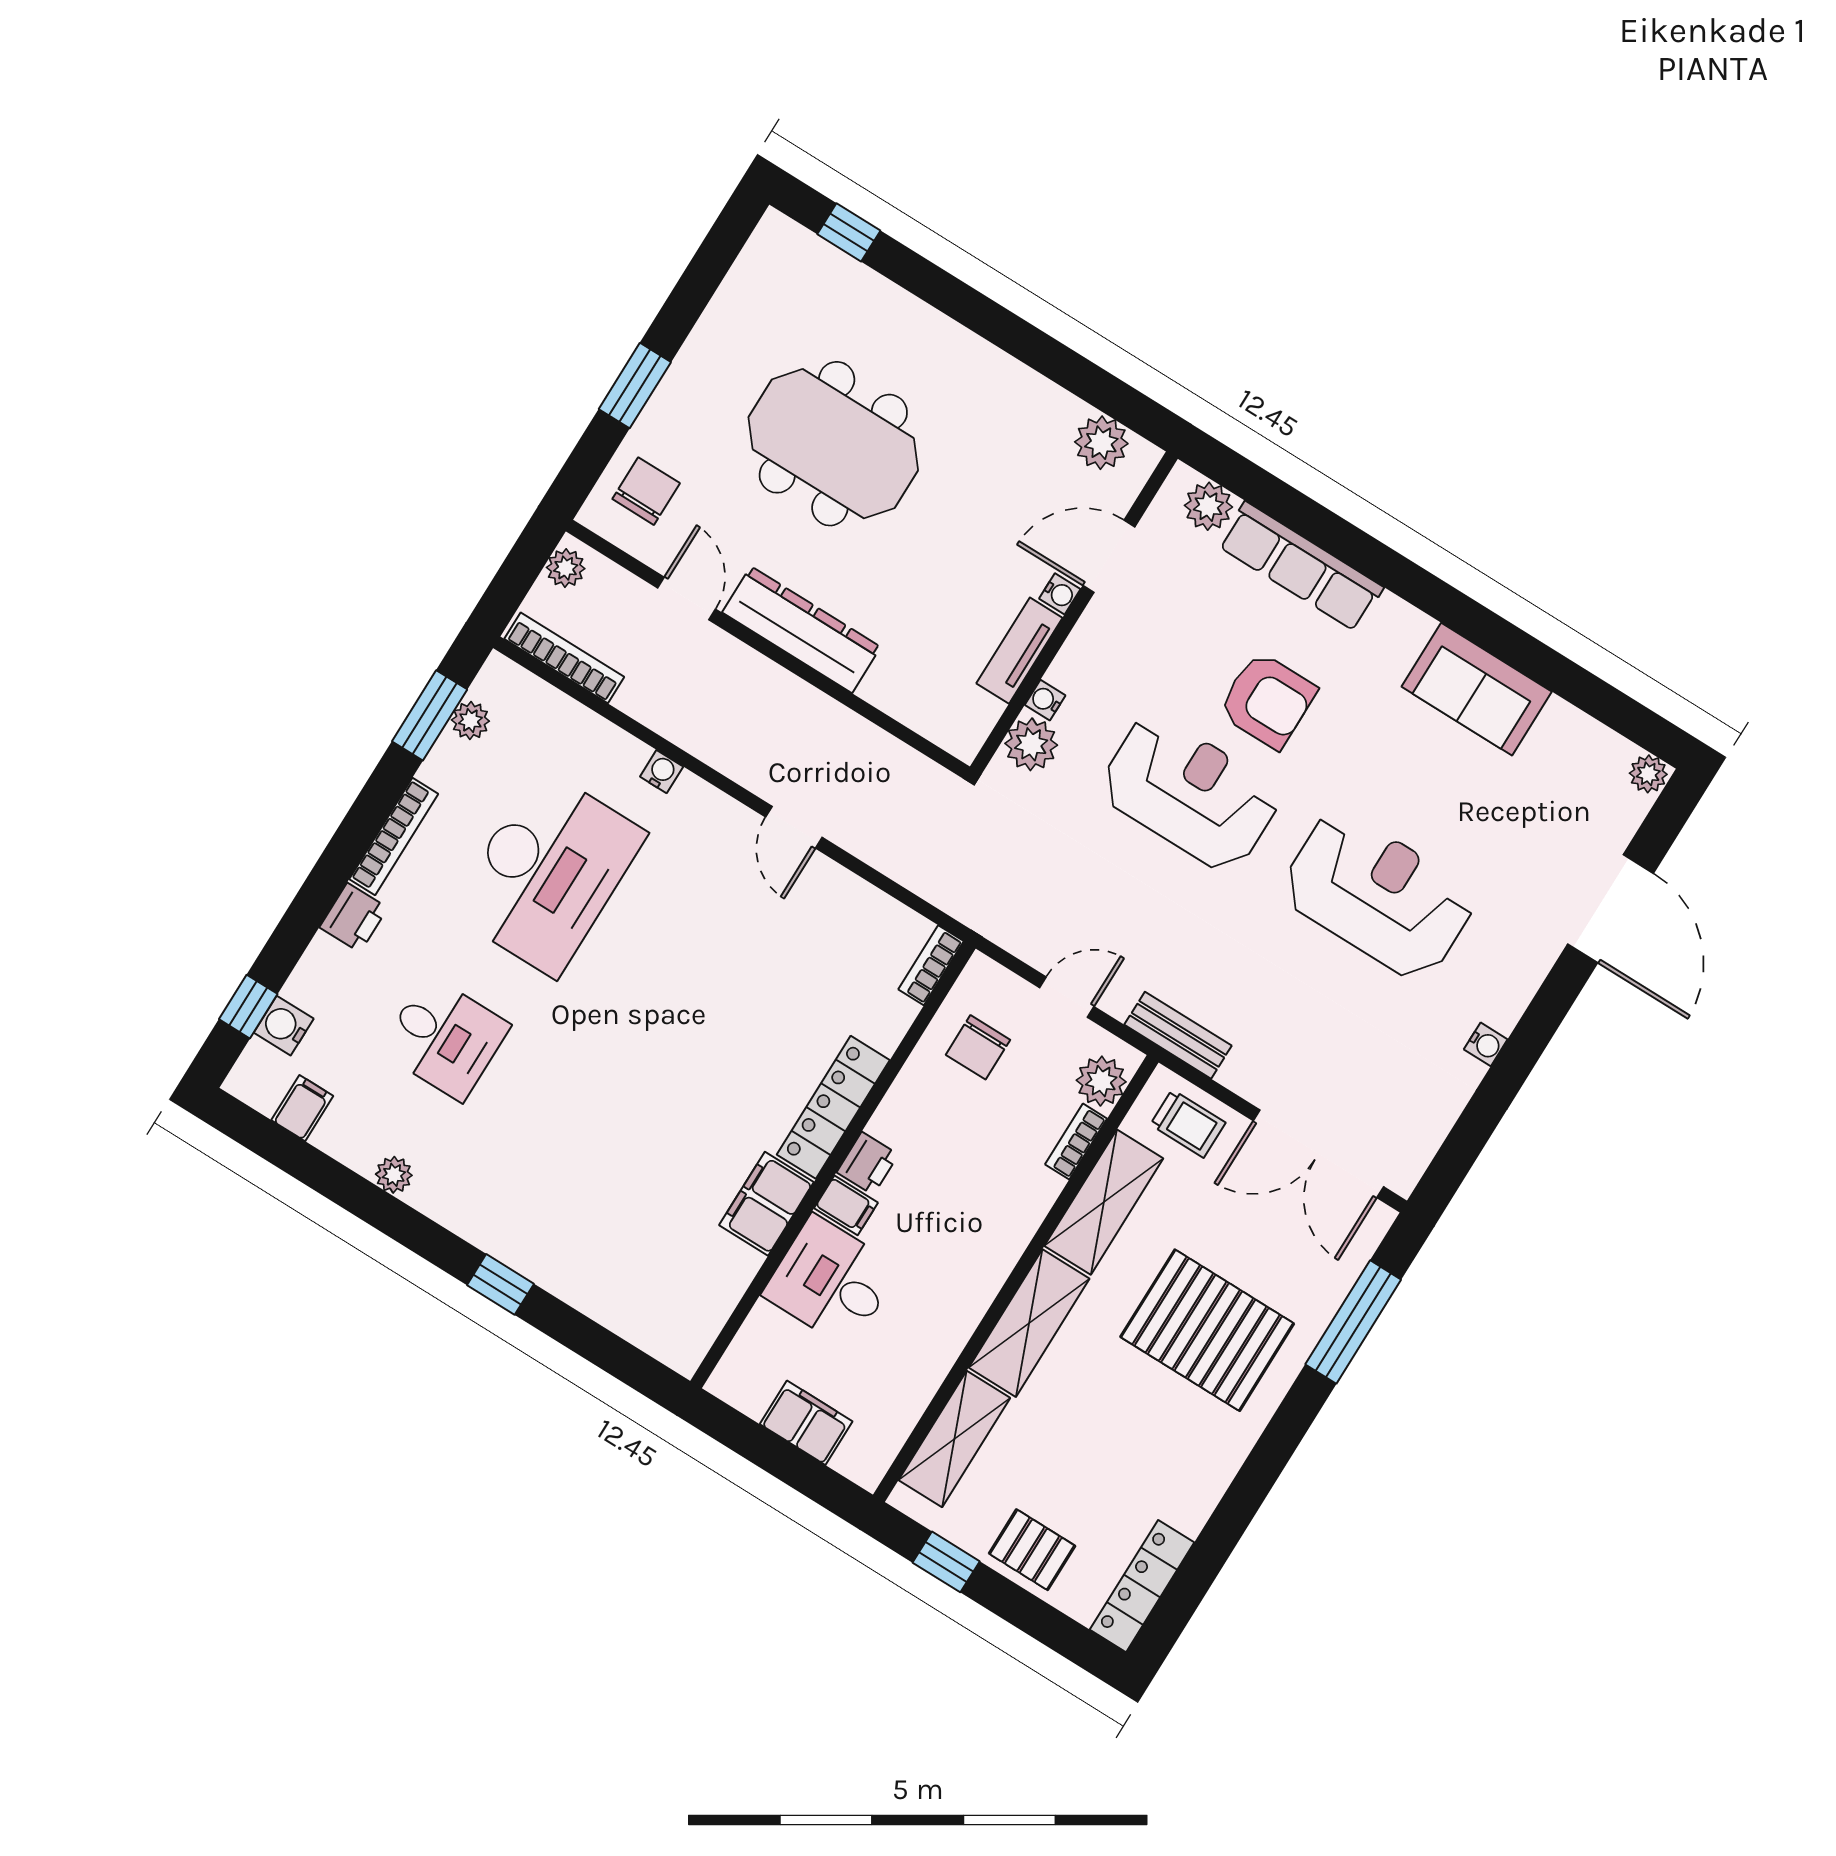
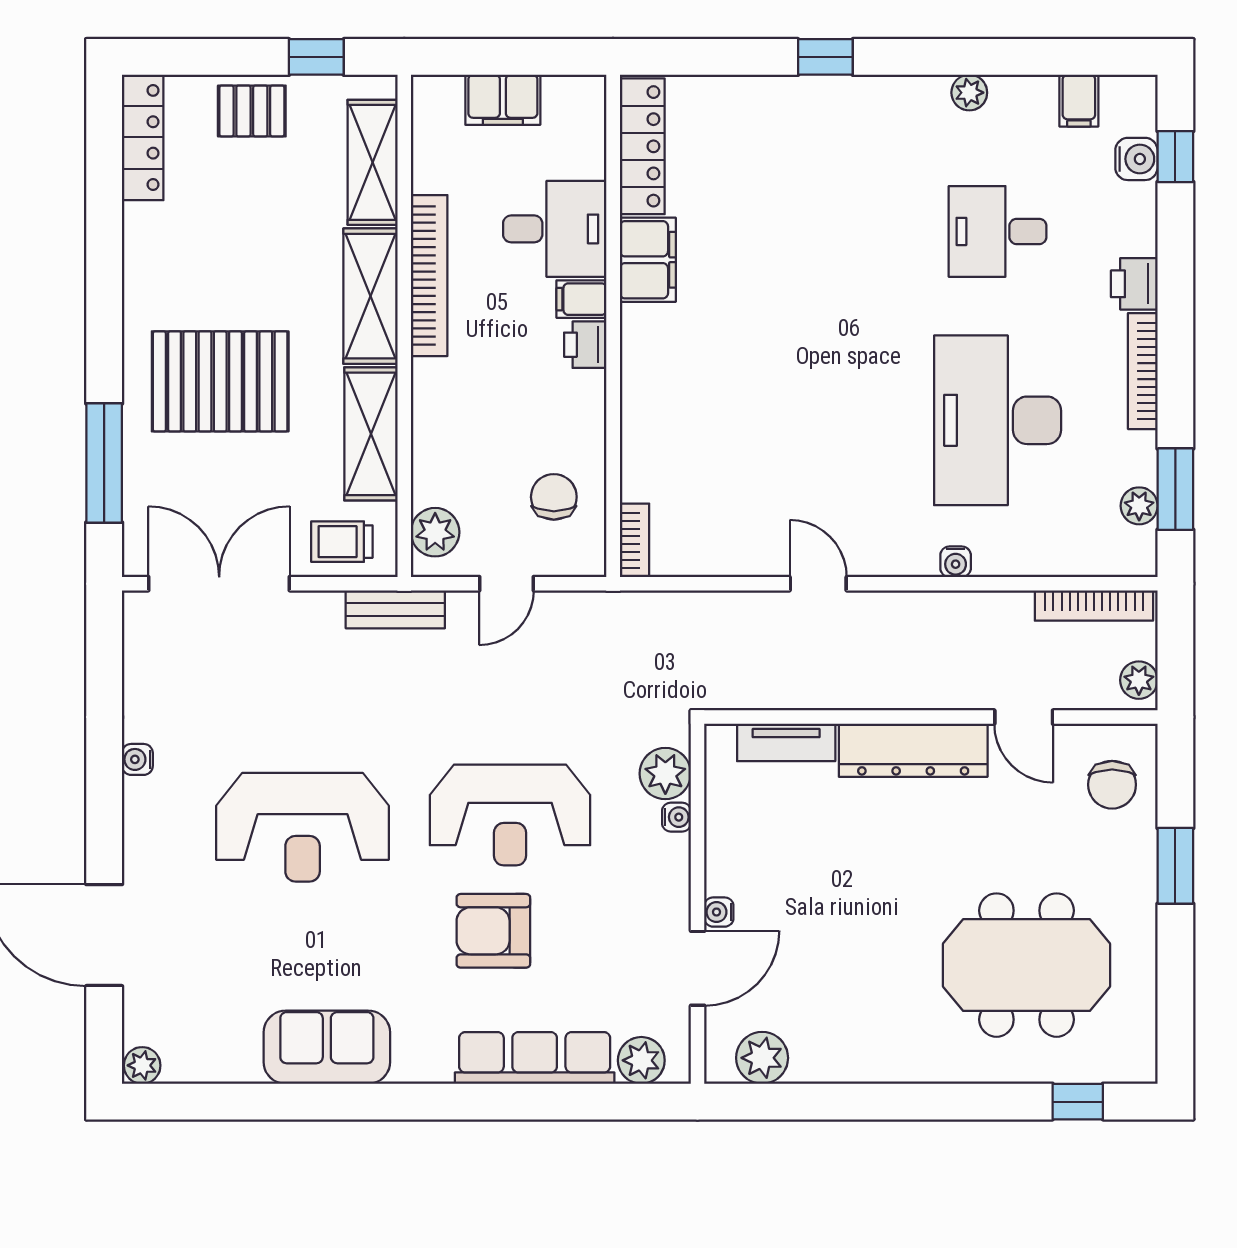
meeting table: (833, 444) -> (1027, 965), moved
tv unit: (1019, 651) -> (786, 742), moved, turned 90
locker: (833, 1107) -> (642, 146), moved
bookcase: (1076, 1142) -> (429, 276), moved, width x2.31, depth x1.31

